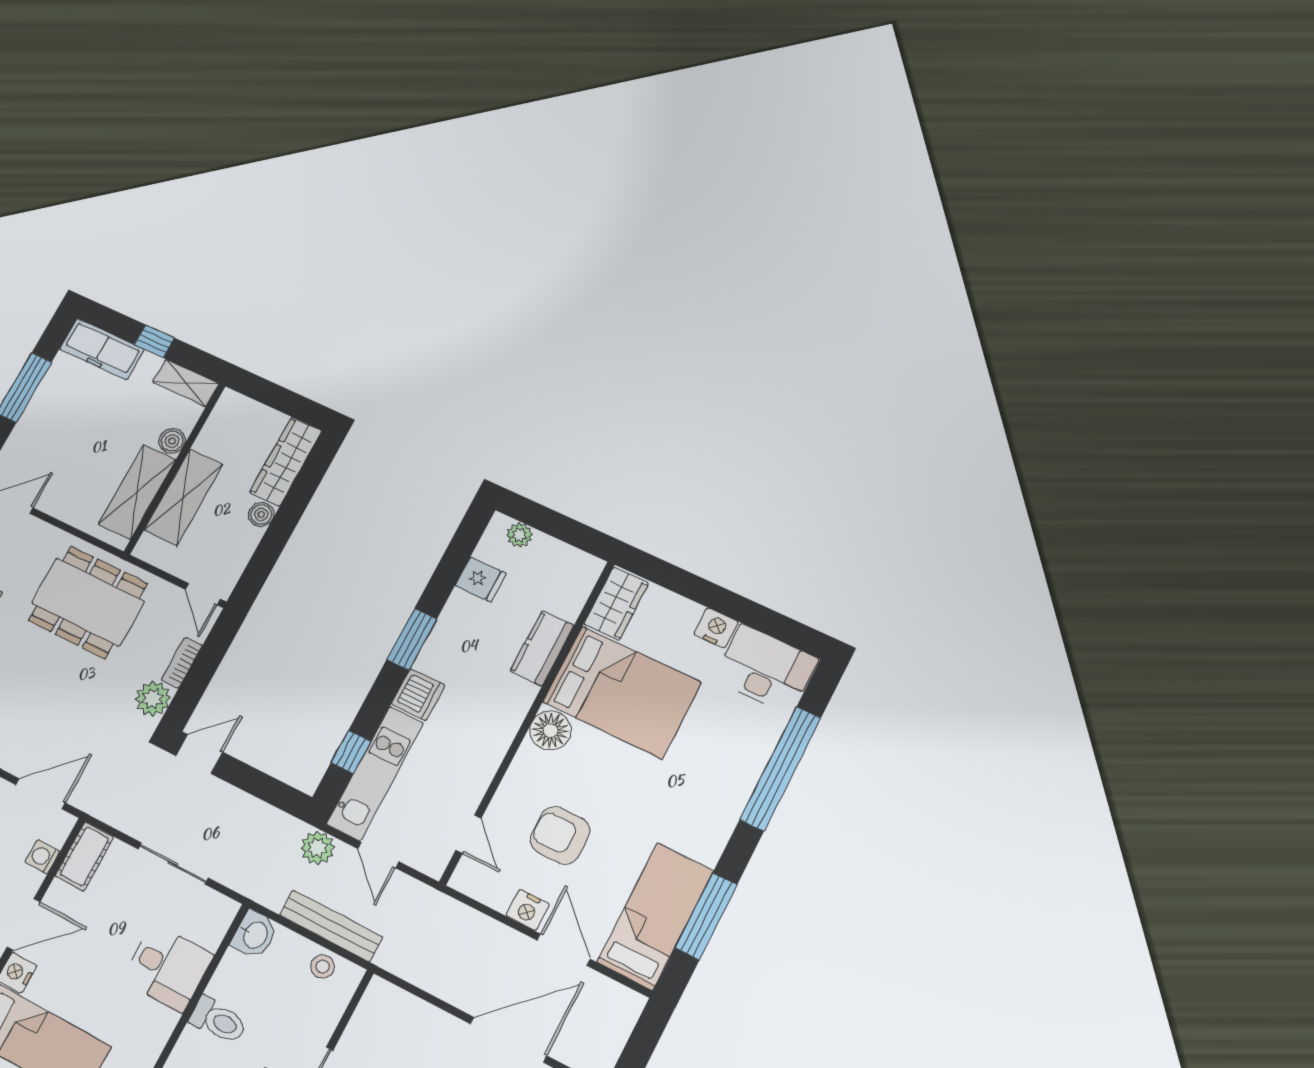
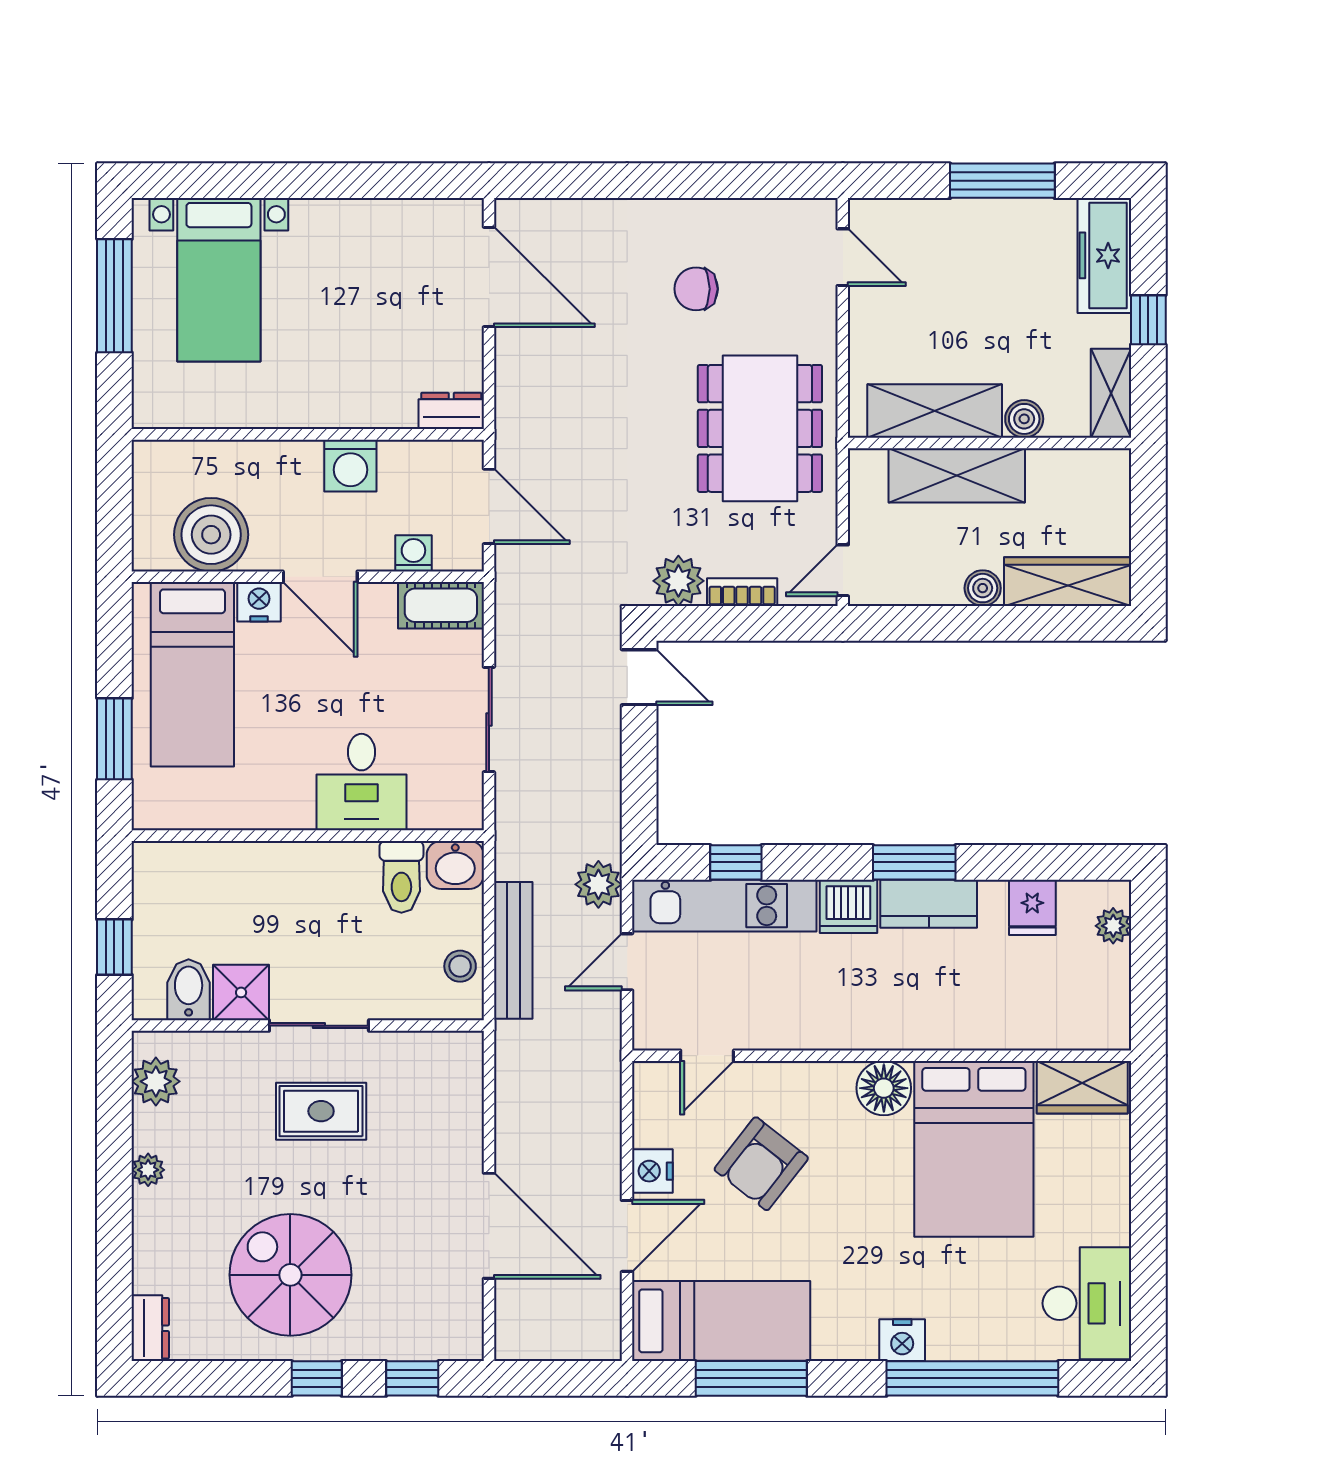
nightstand: (716, 628) -> (902, 1340), moved, turned 90
kitchen counter: (542, 648) -> (929, 904), moved, turned 180
armchair: (560, 835) -> (761, 1164), turned -142
toilet: (218, 1020) -> (401, 877), moved

